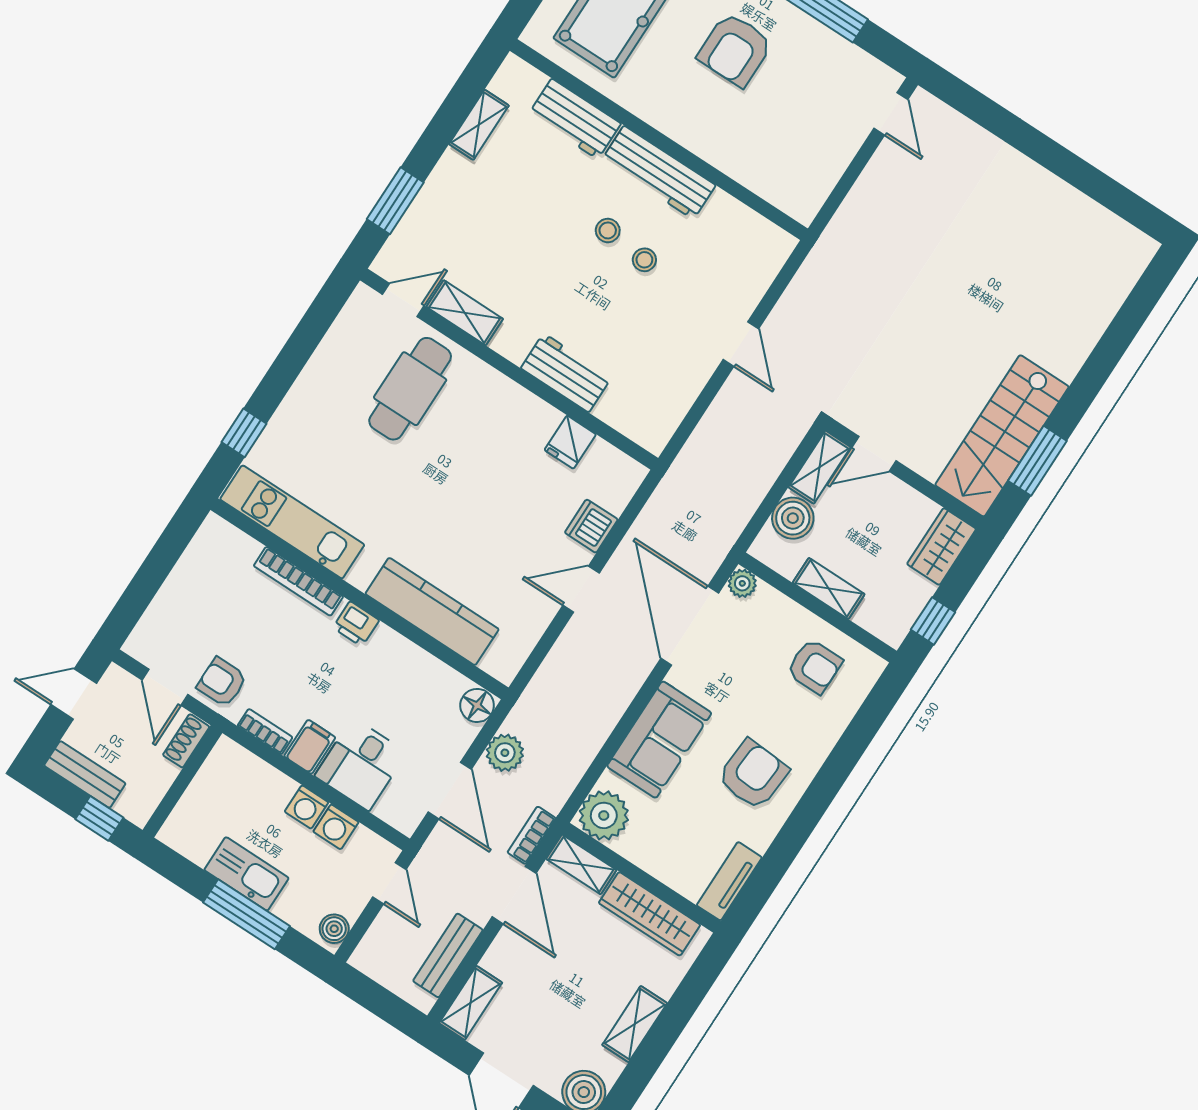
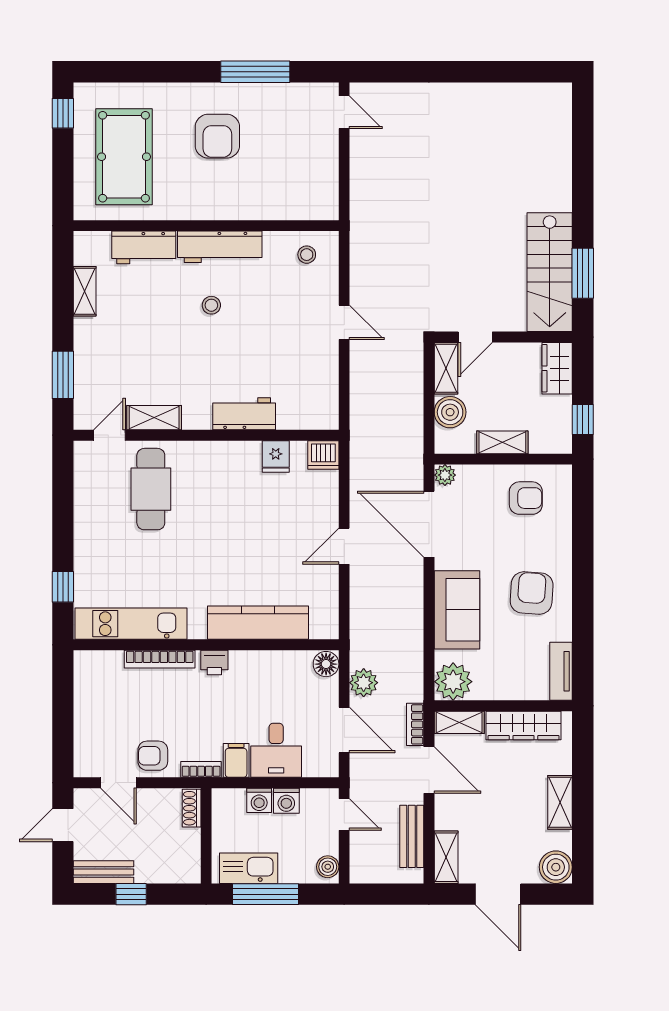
stool: (644, 260) -> (307, 255), moved
dishwasher: (591, 526) -> (323, 455), moved, turned -90
shoe rack: (186, 741) -> (192, 808), moved
wall: (182, 781) -> (206, 836), moved

